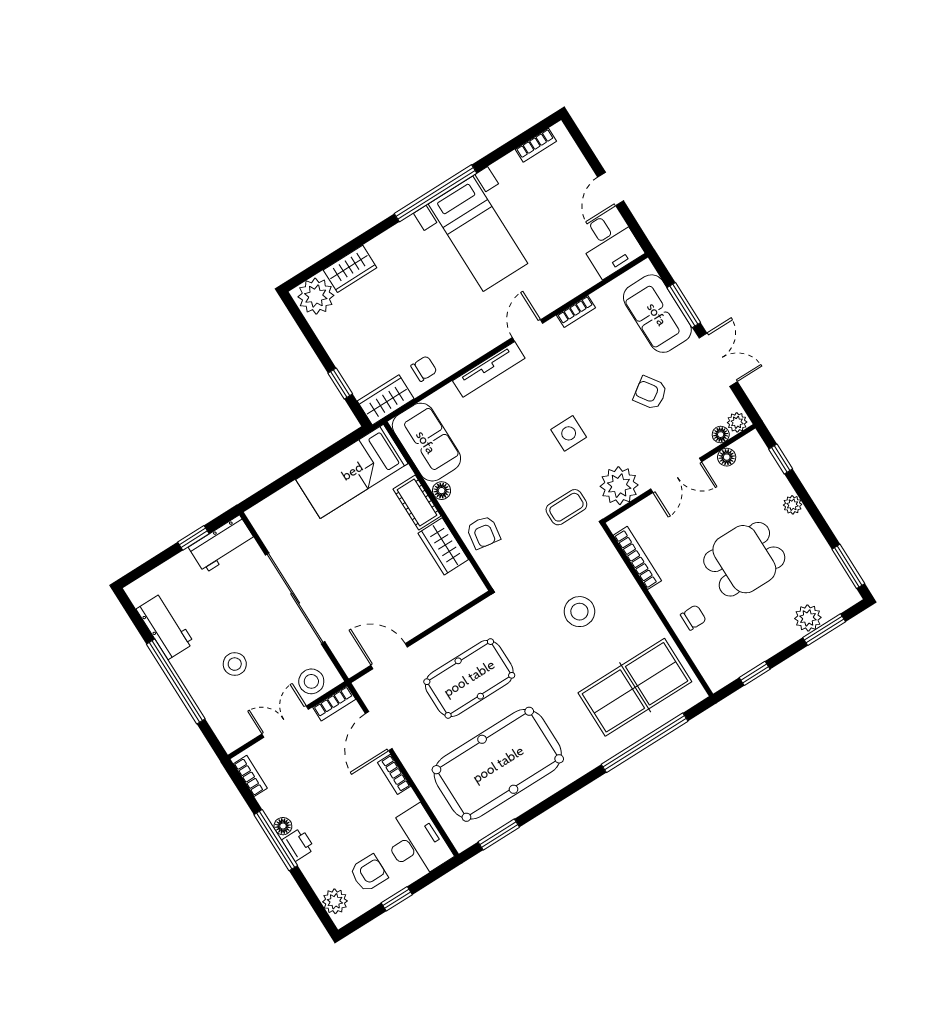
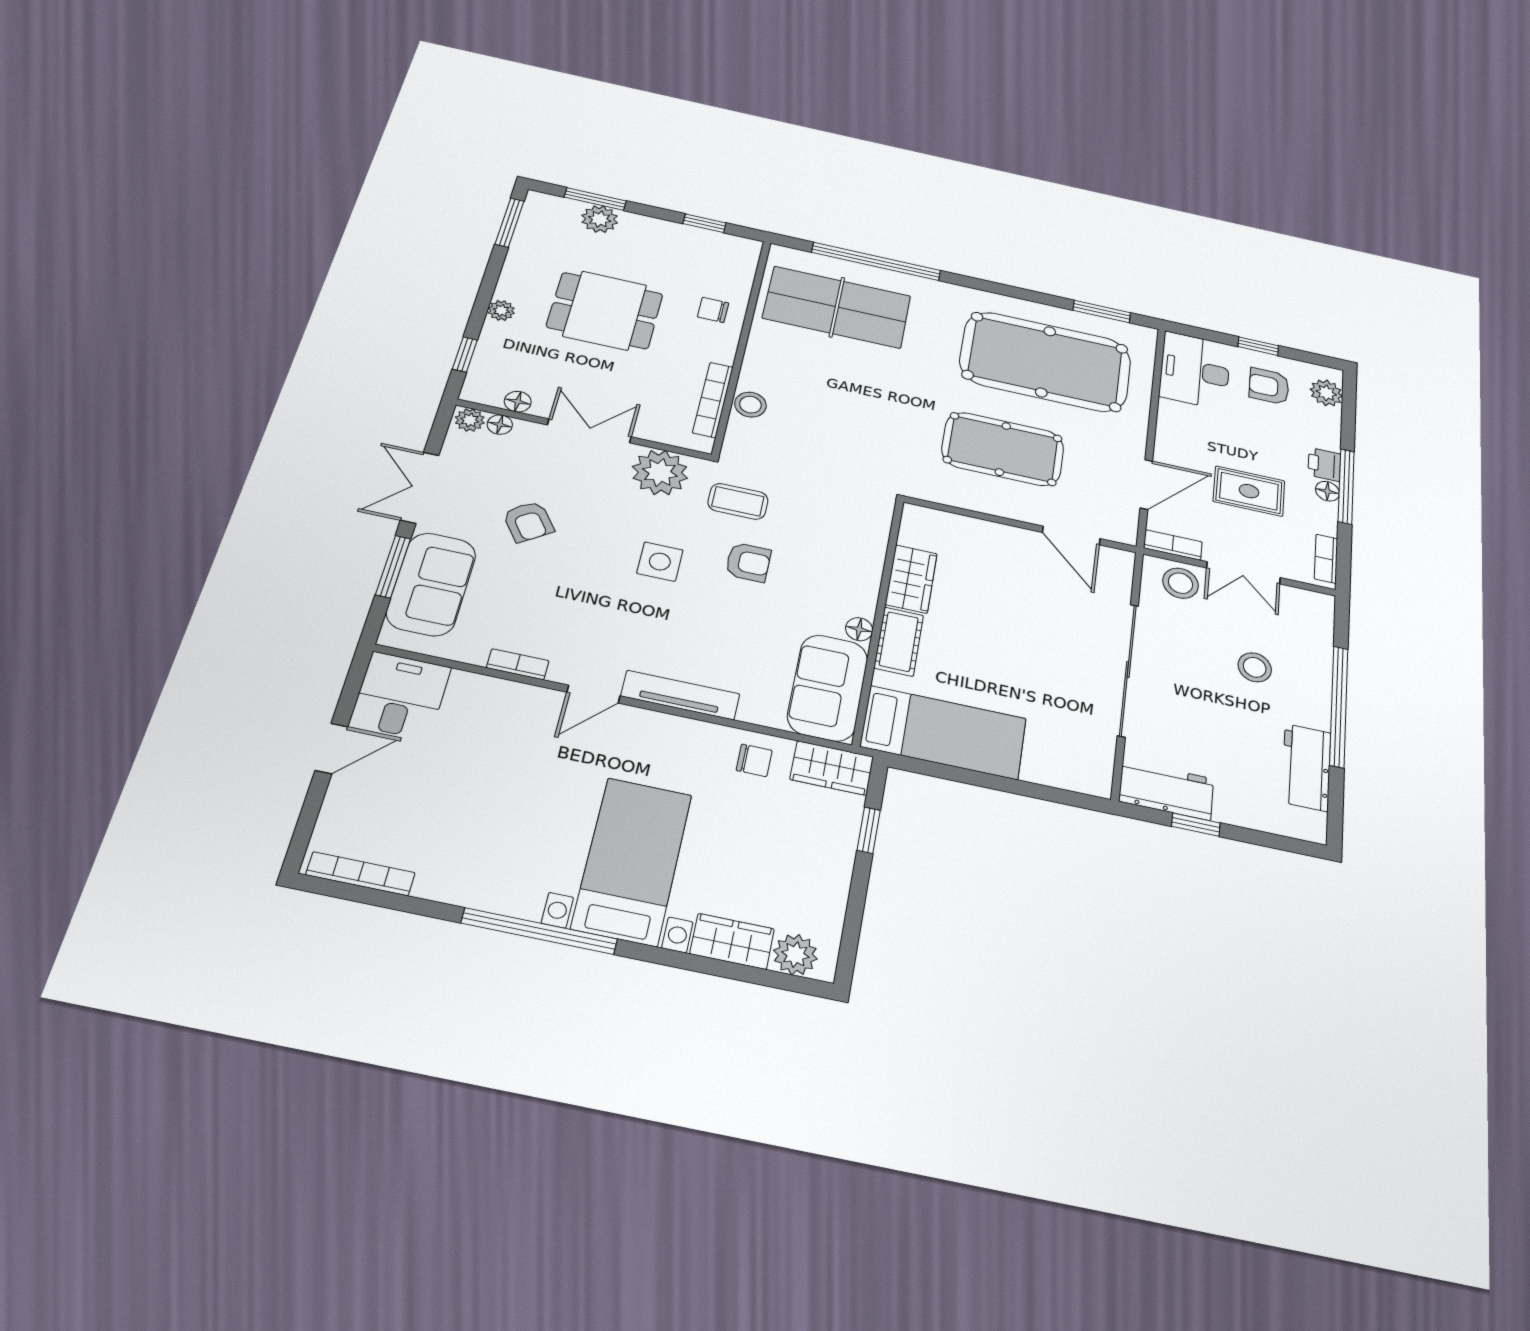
bookcase: (536, 145) -> (360, 874), width x1.56
bed with nightstands: (478, 234) -> (632, 861), moved
plant: (316, 296) -> (795, 955), width x0.73, depth x0.73
chair: (424, 369) -> (754, 760), turned 180
armchair: (483, 532) -> (748, 562), moved, turned 81
stool: (579, 612) -> (750, 405), moved, width x0.73, depth x0.73
bookcase: (394, 774) -> (1165, 438), removed
rug: (323, 783) -> (1249, 491), added

